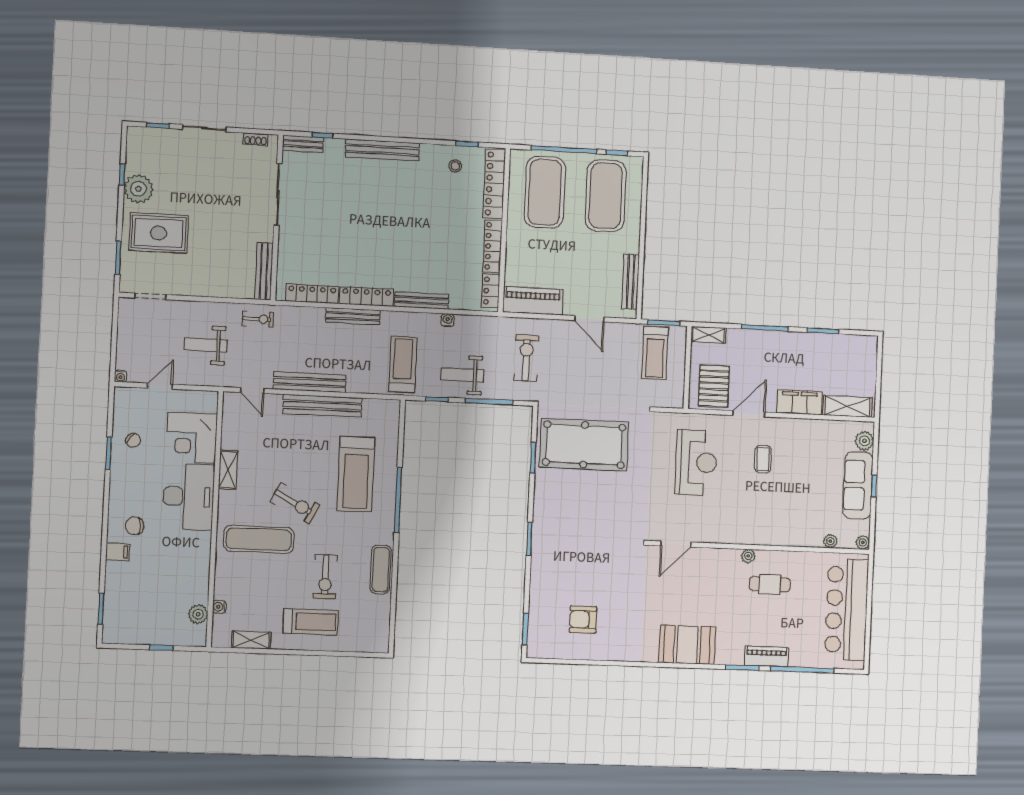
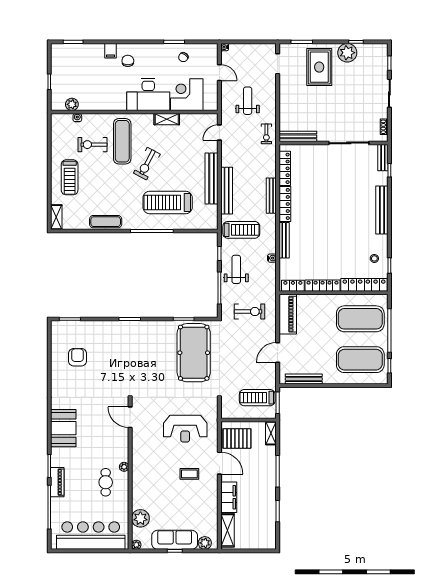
bench: (310, 382) -> (227, 191), moved
plant: (830, 541) -> (140, 518), width x1.88, depth x1.88
exercise bike: (325, 577) -> (93, 145), moved
shelving: (251, 640) -> (56, 217), moved

